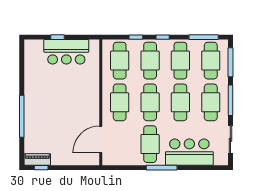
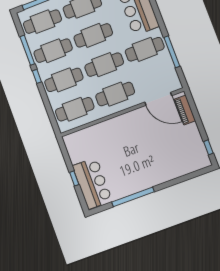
window: (136, 37) -> (46, 102), removed
window: (204, 37) -> (27, 50), moved
bar counter: (66, 52) -> (92, 183), moved
window: (22, 116) -> (133, 197), moved
piano: (37, 159) -> (185, 110), moved
window: (162, 168) -> (172, 52), moved

